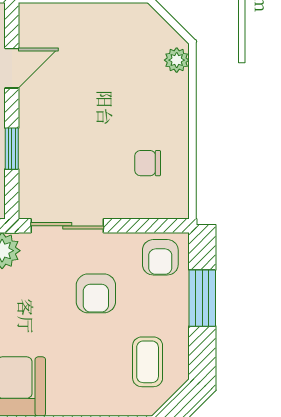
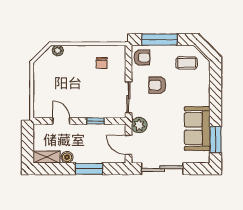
armchair: (96, 293) -> (157, 85), turned 180
window: (202, 298) -> (159, 40), width x1.44

